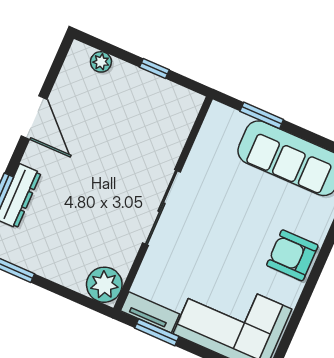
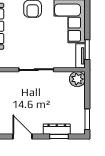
door: (34, 117) -> (22, 136), hinge flipped

